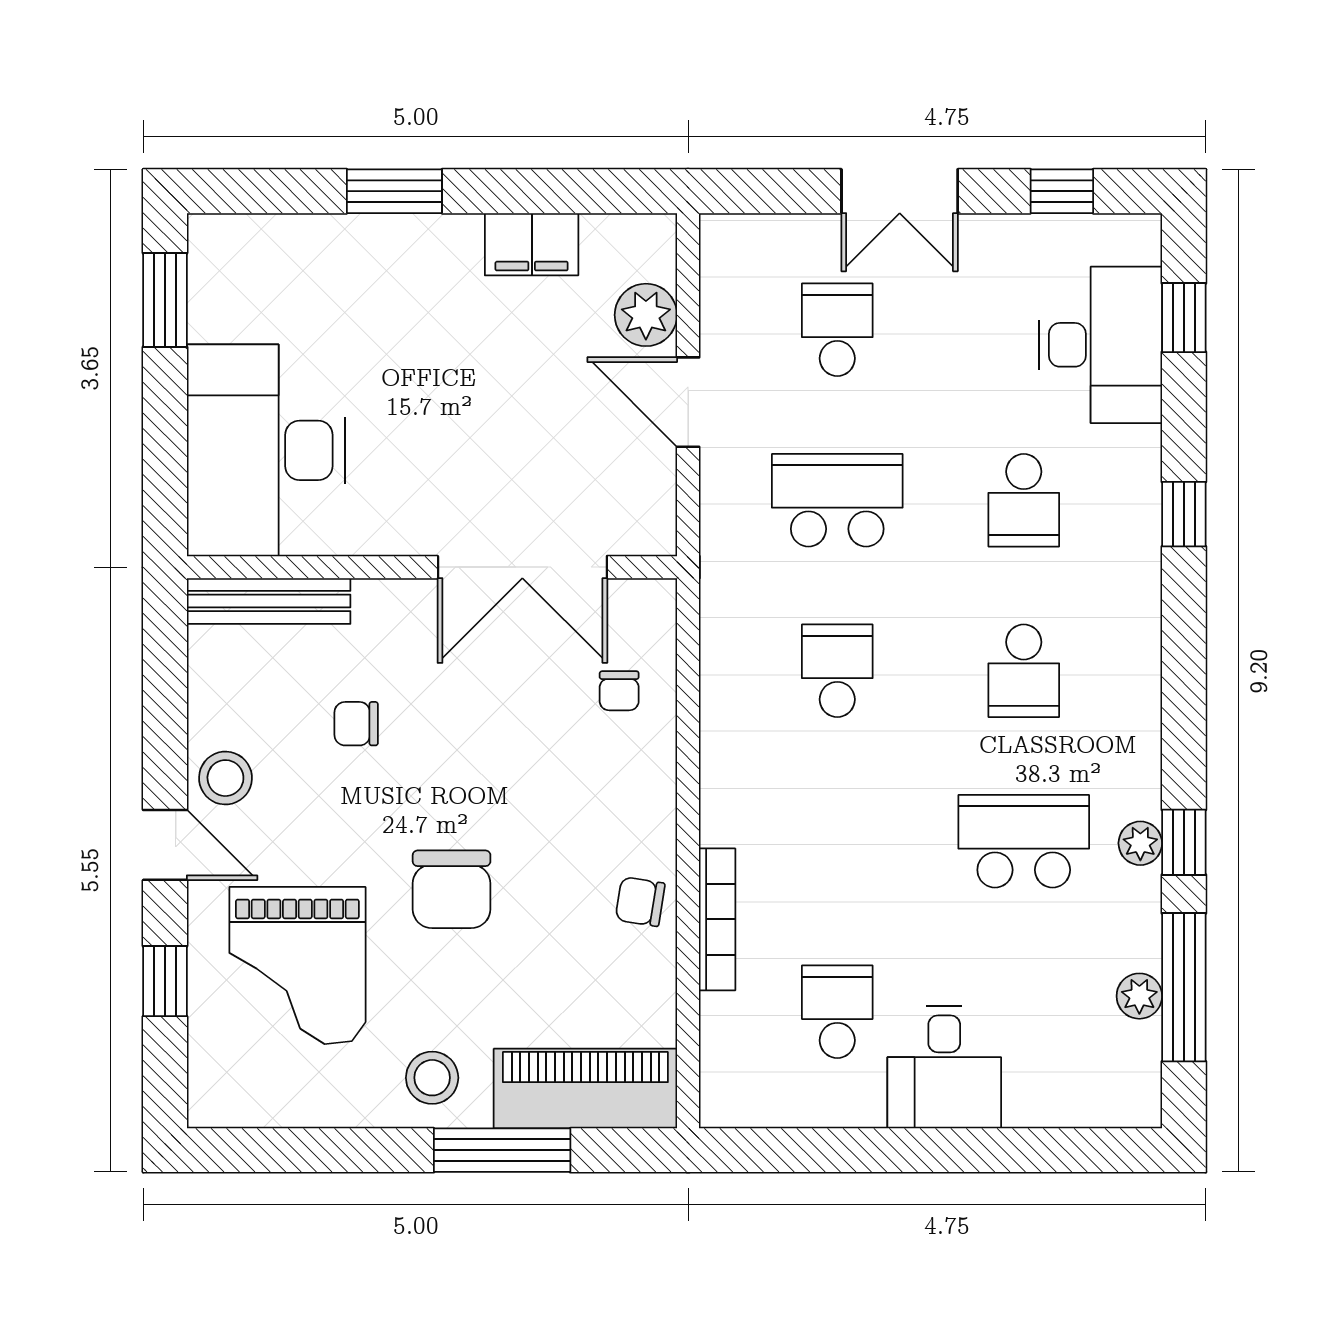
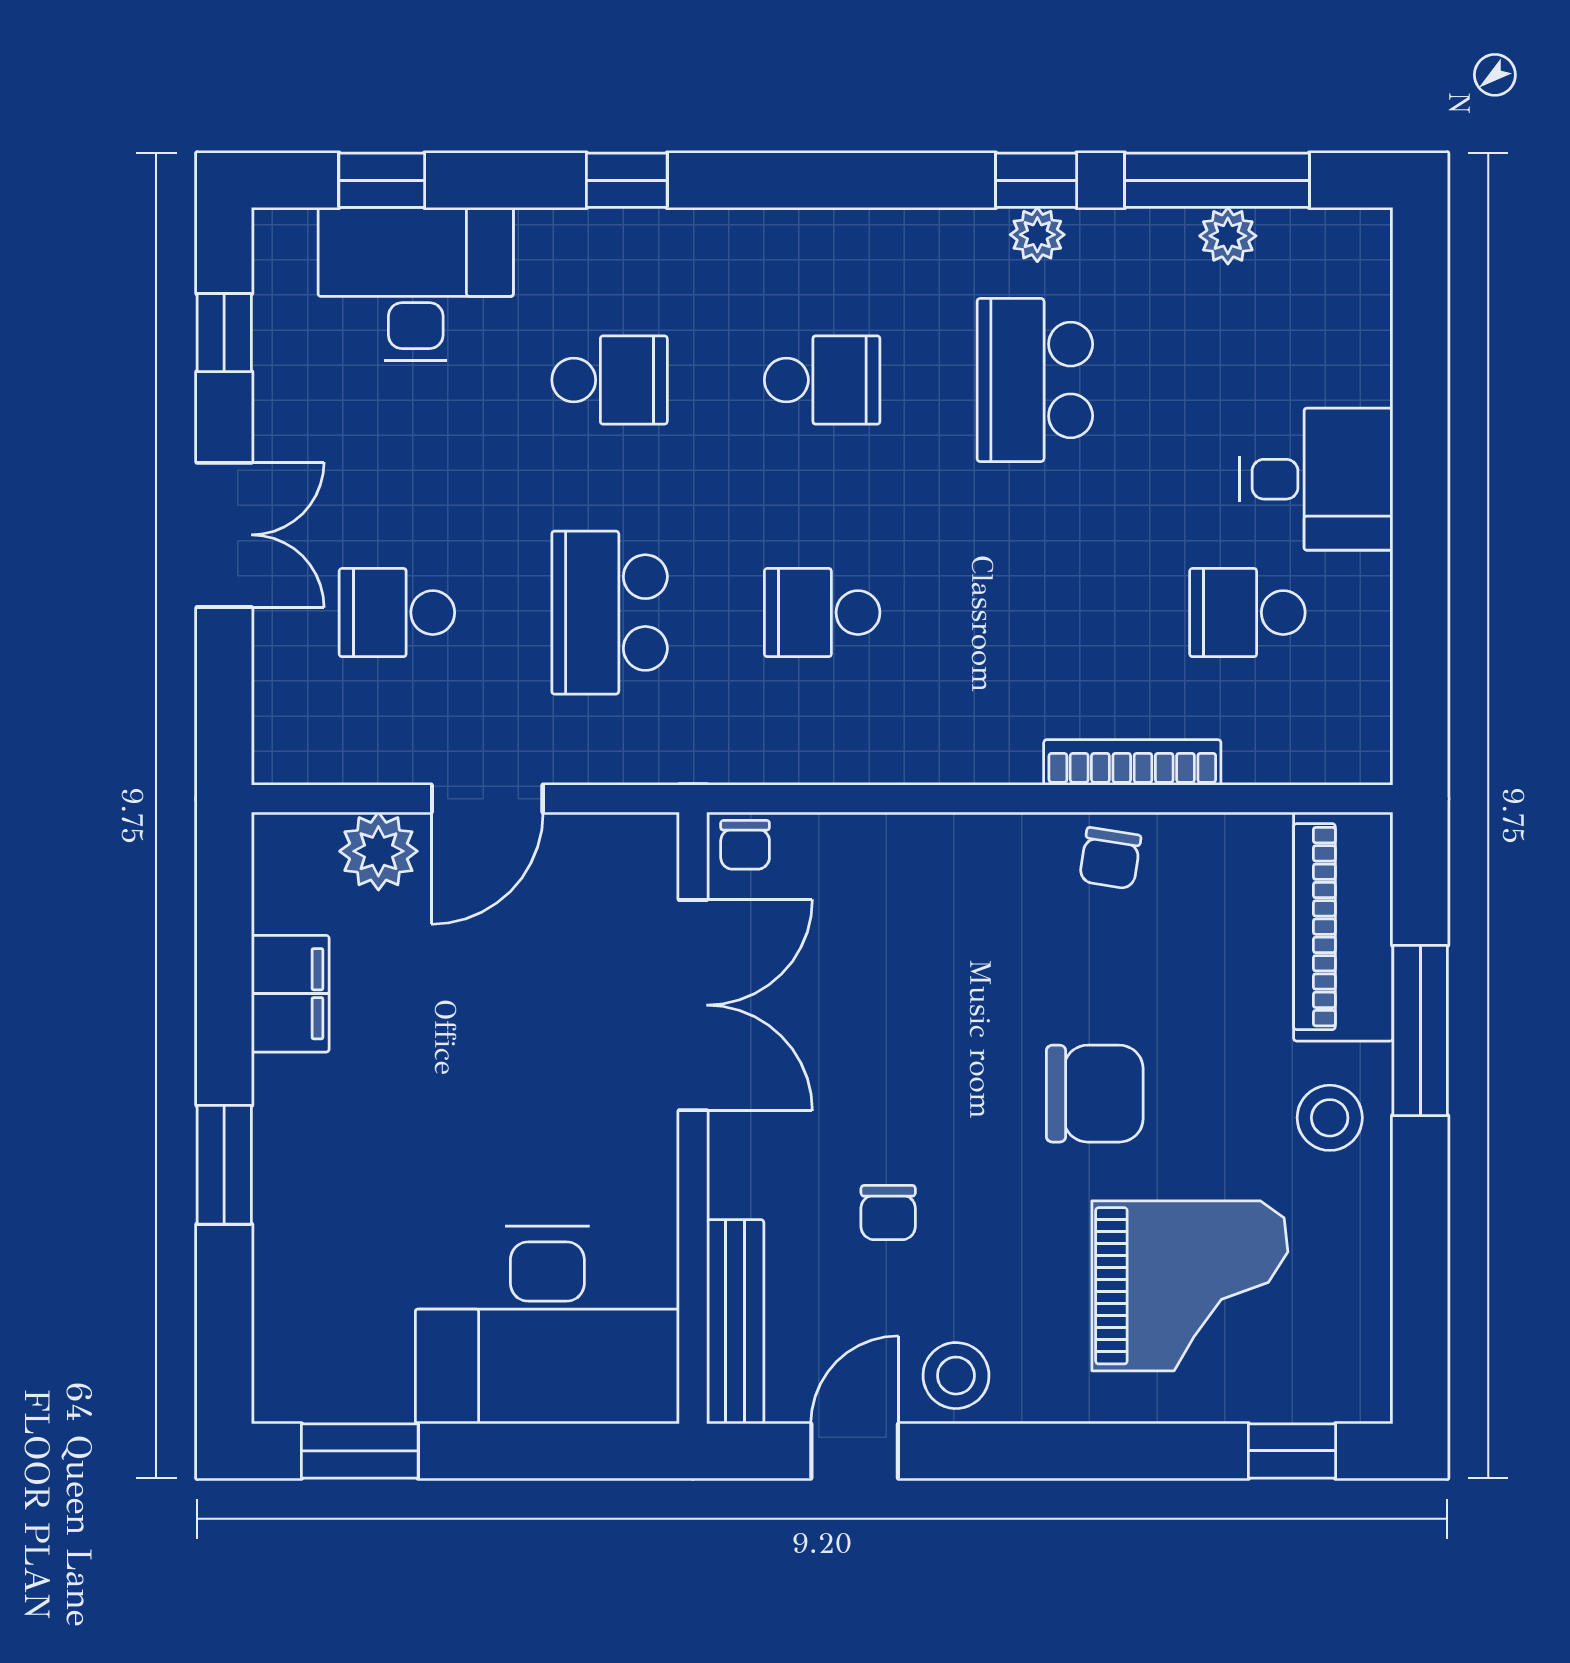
chair: (619, 691) -> (745, 845), moved, turned 90
door: (165, 845) -> (855, 1451), moved
window: (165, 981) -> (1292, 1451), moved

